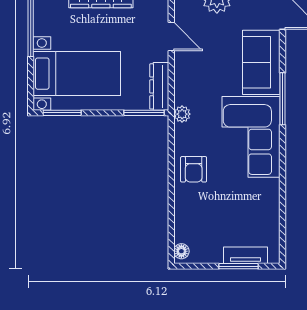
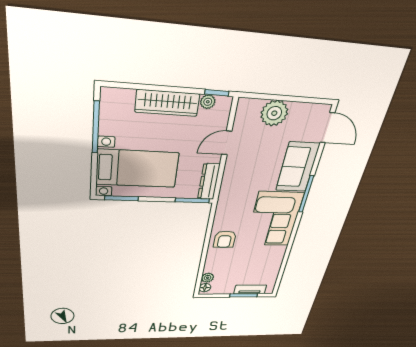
door: (171, 36) -> (227, 143), swing flipped
plant: (182, 114) -> (208, 278), moved

